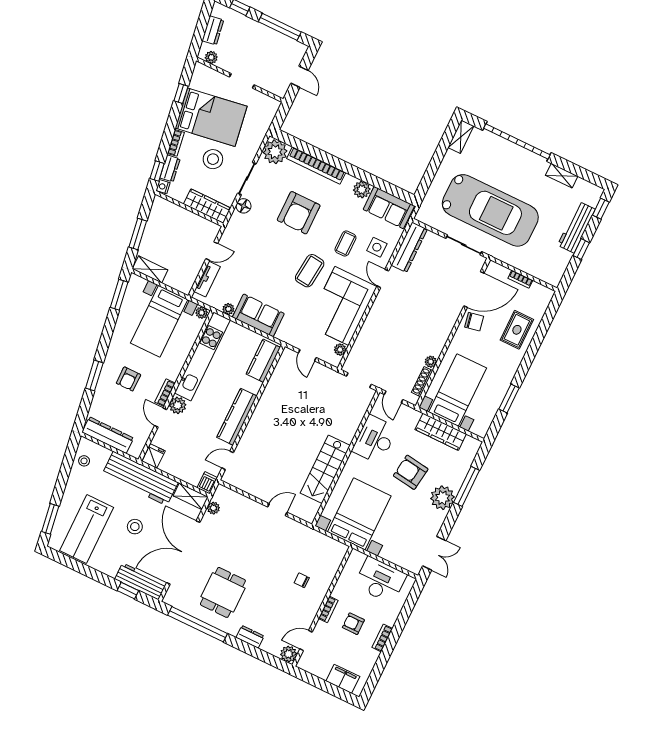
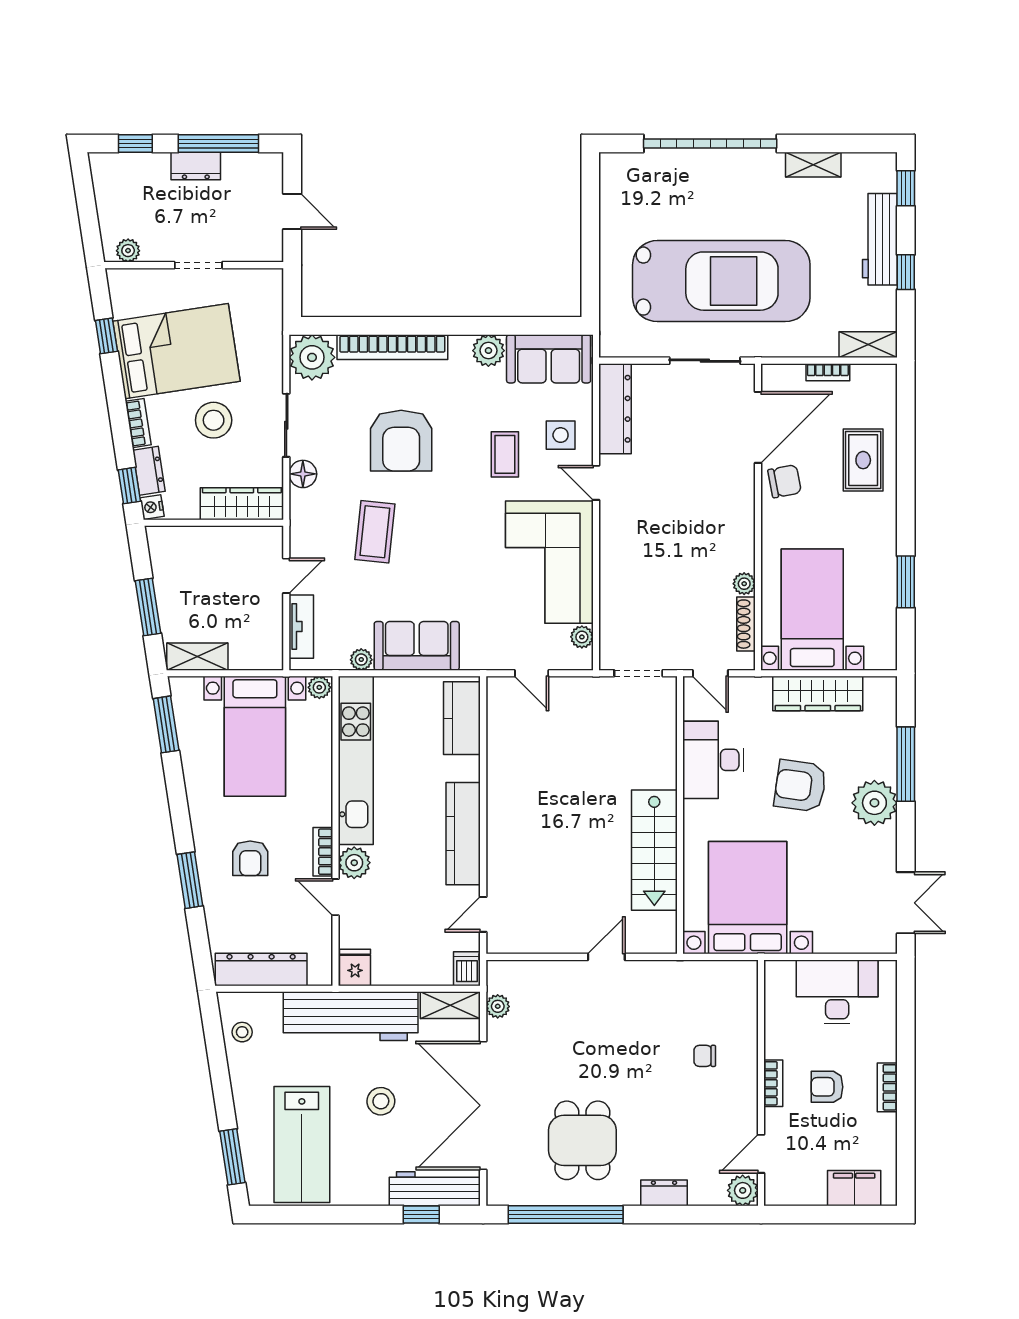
dresser: (213, 30) -> (196, 166), moved, turned 99
shelving: (461, 137) -> (868, 345), moved, turned 90
coffee table: (310, 271) -> (375, 532), moved

